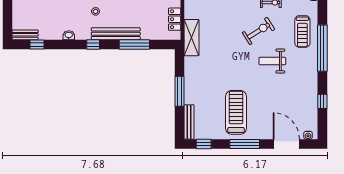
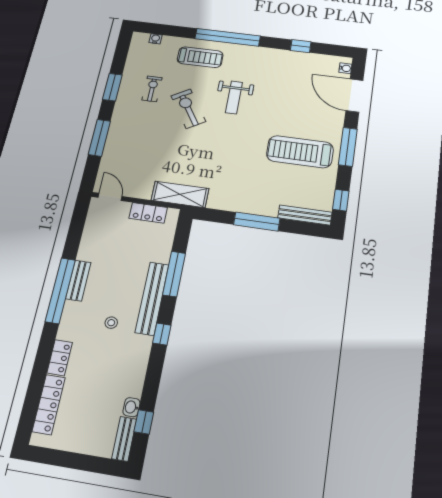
washbasin: (69, 35) -> (132, 407), moved
door: (286, 144) -> (355, 96), hinge flipped

